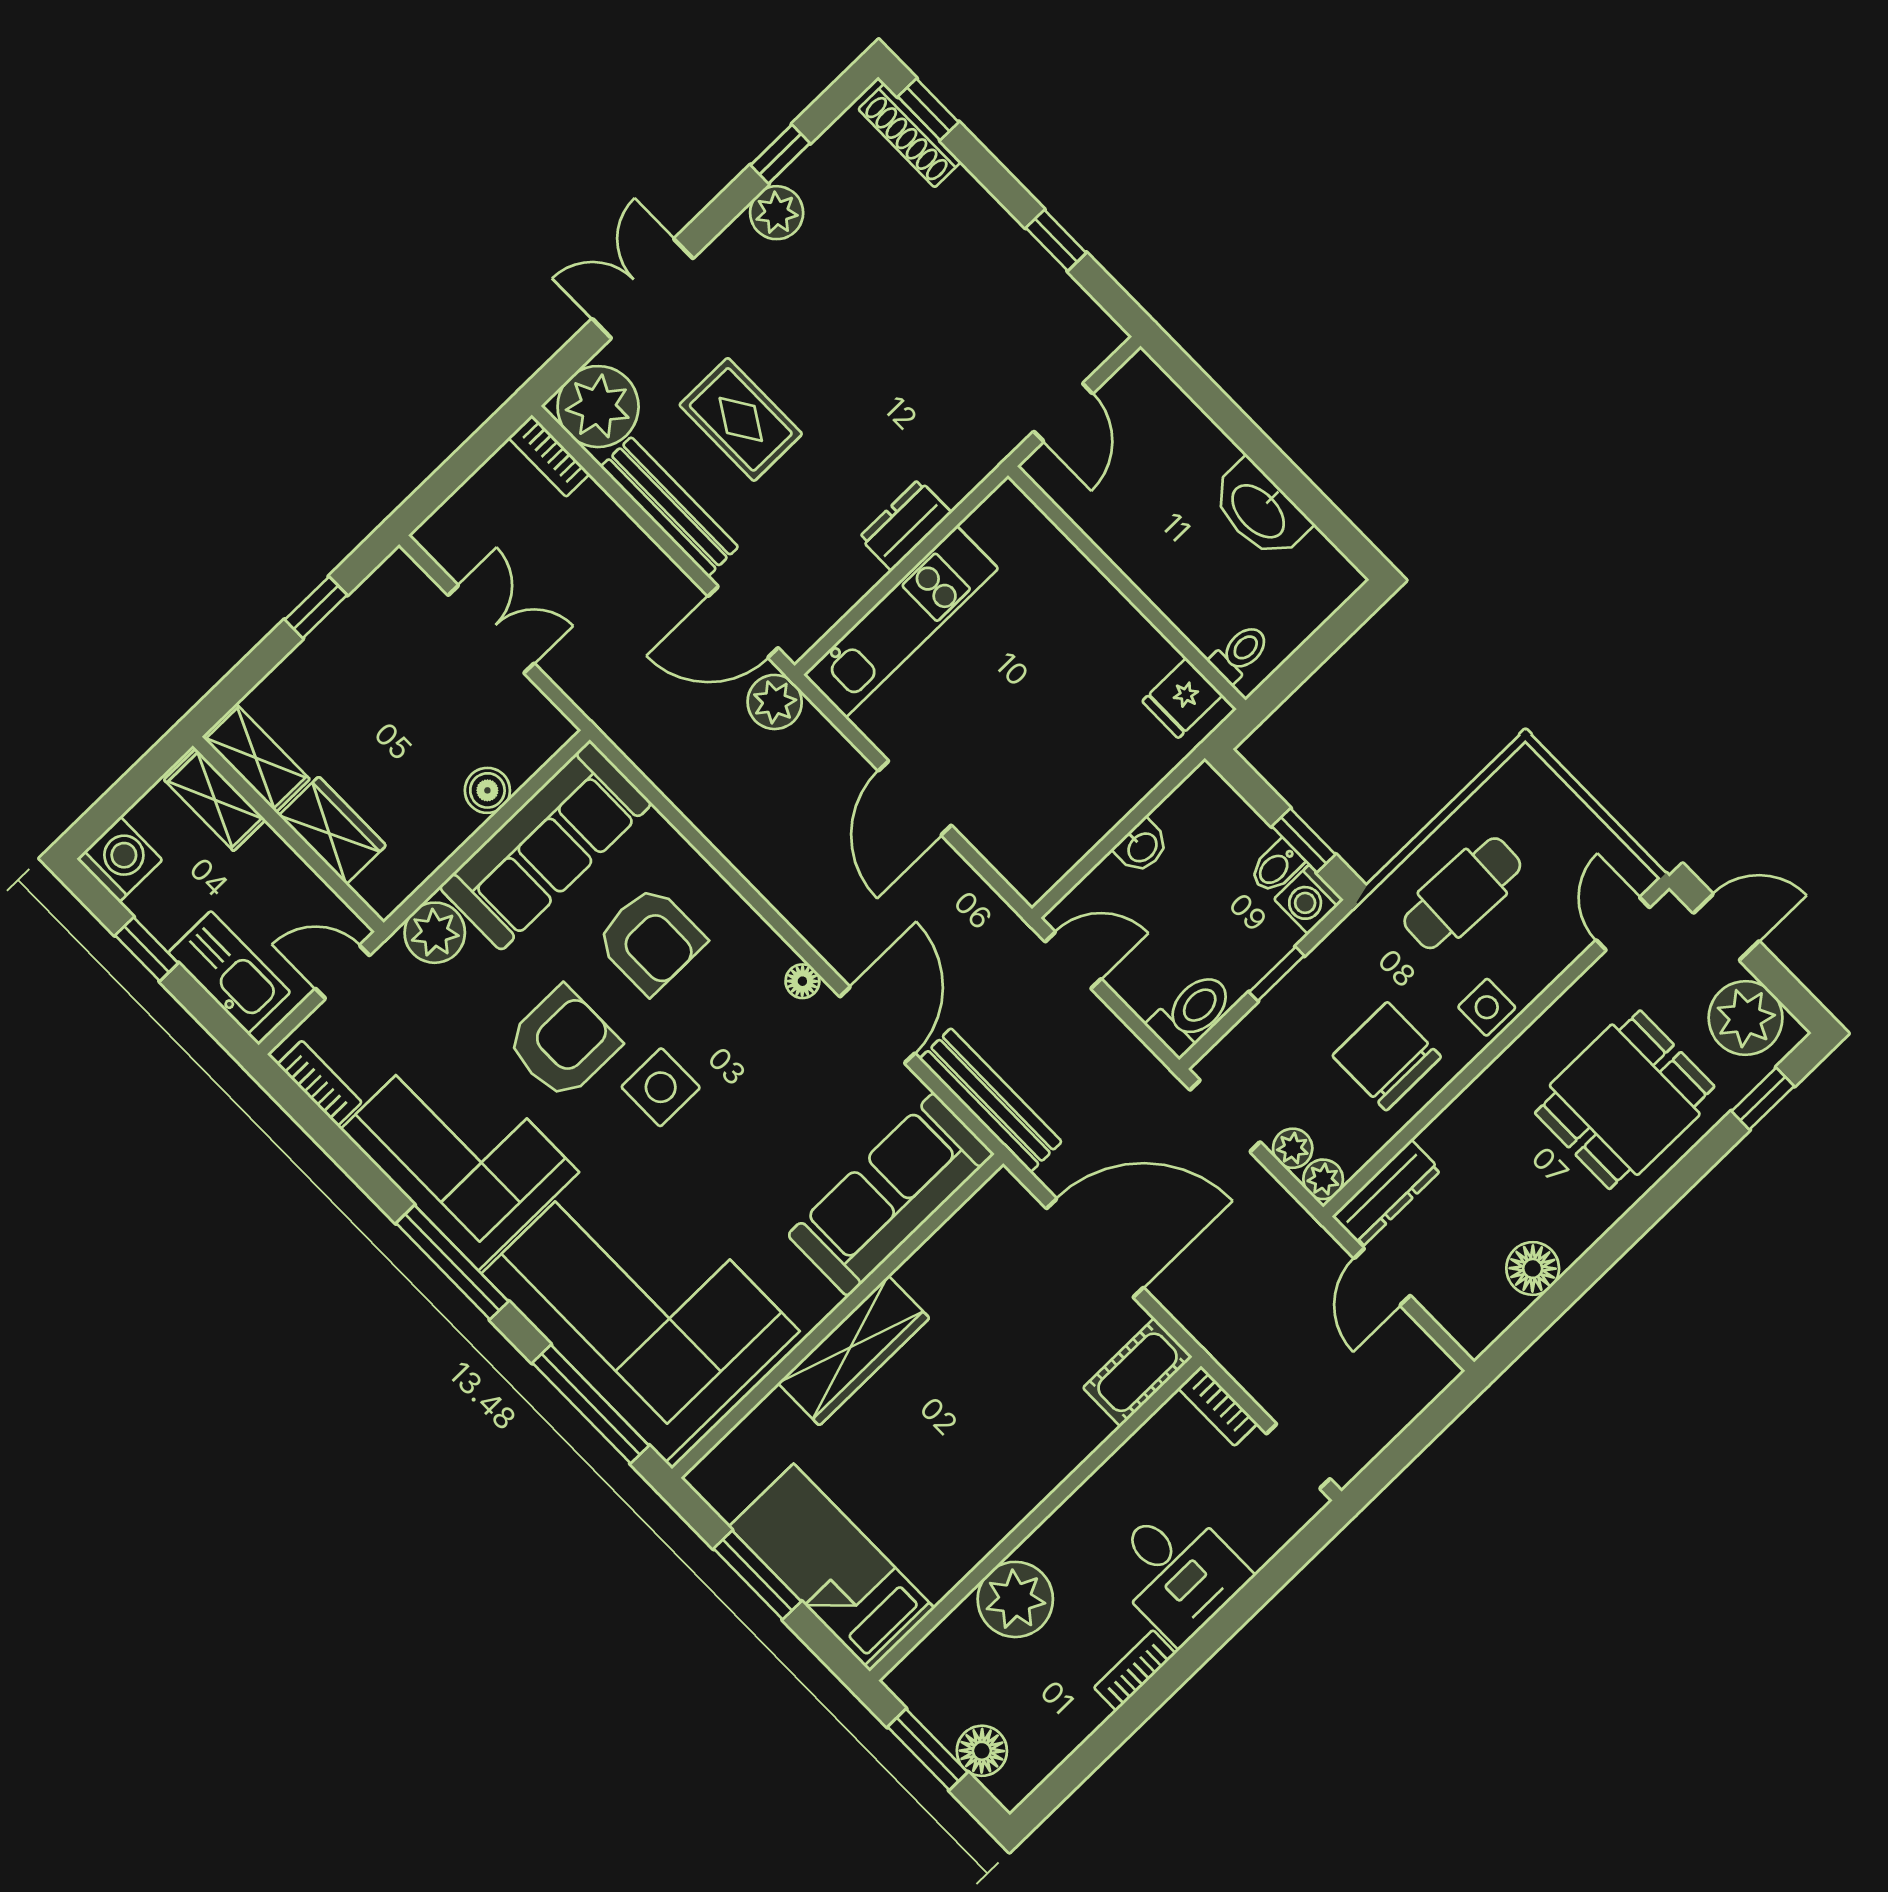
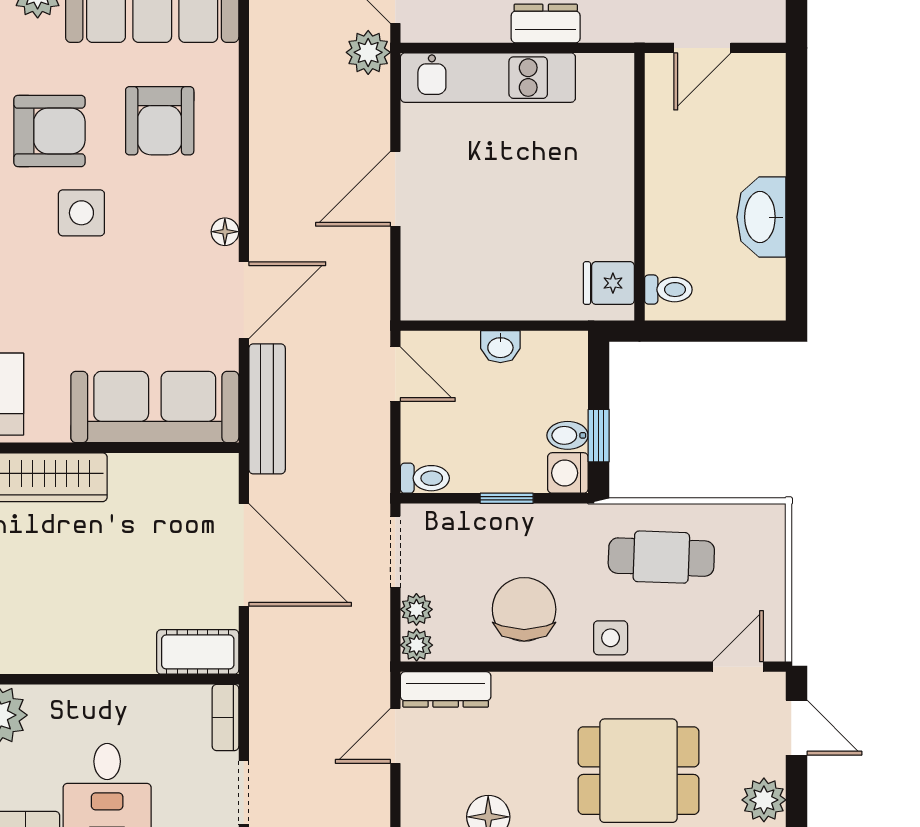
toilet: (1191, 1013) -> (425, 478), width x0.73, depth x0.72
plant: (1746, 1018) -> (764, 800), width x0.73, depth x0.73

